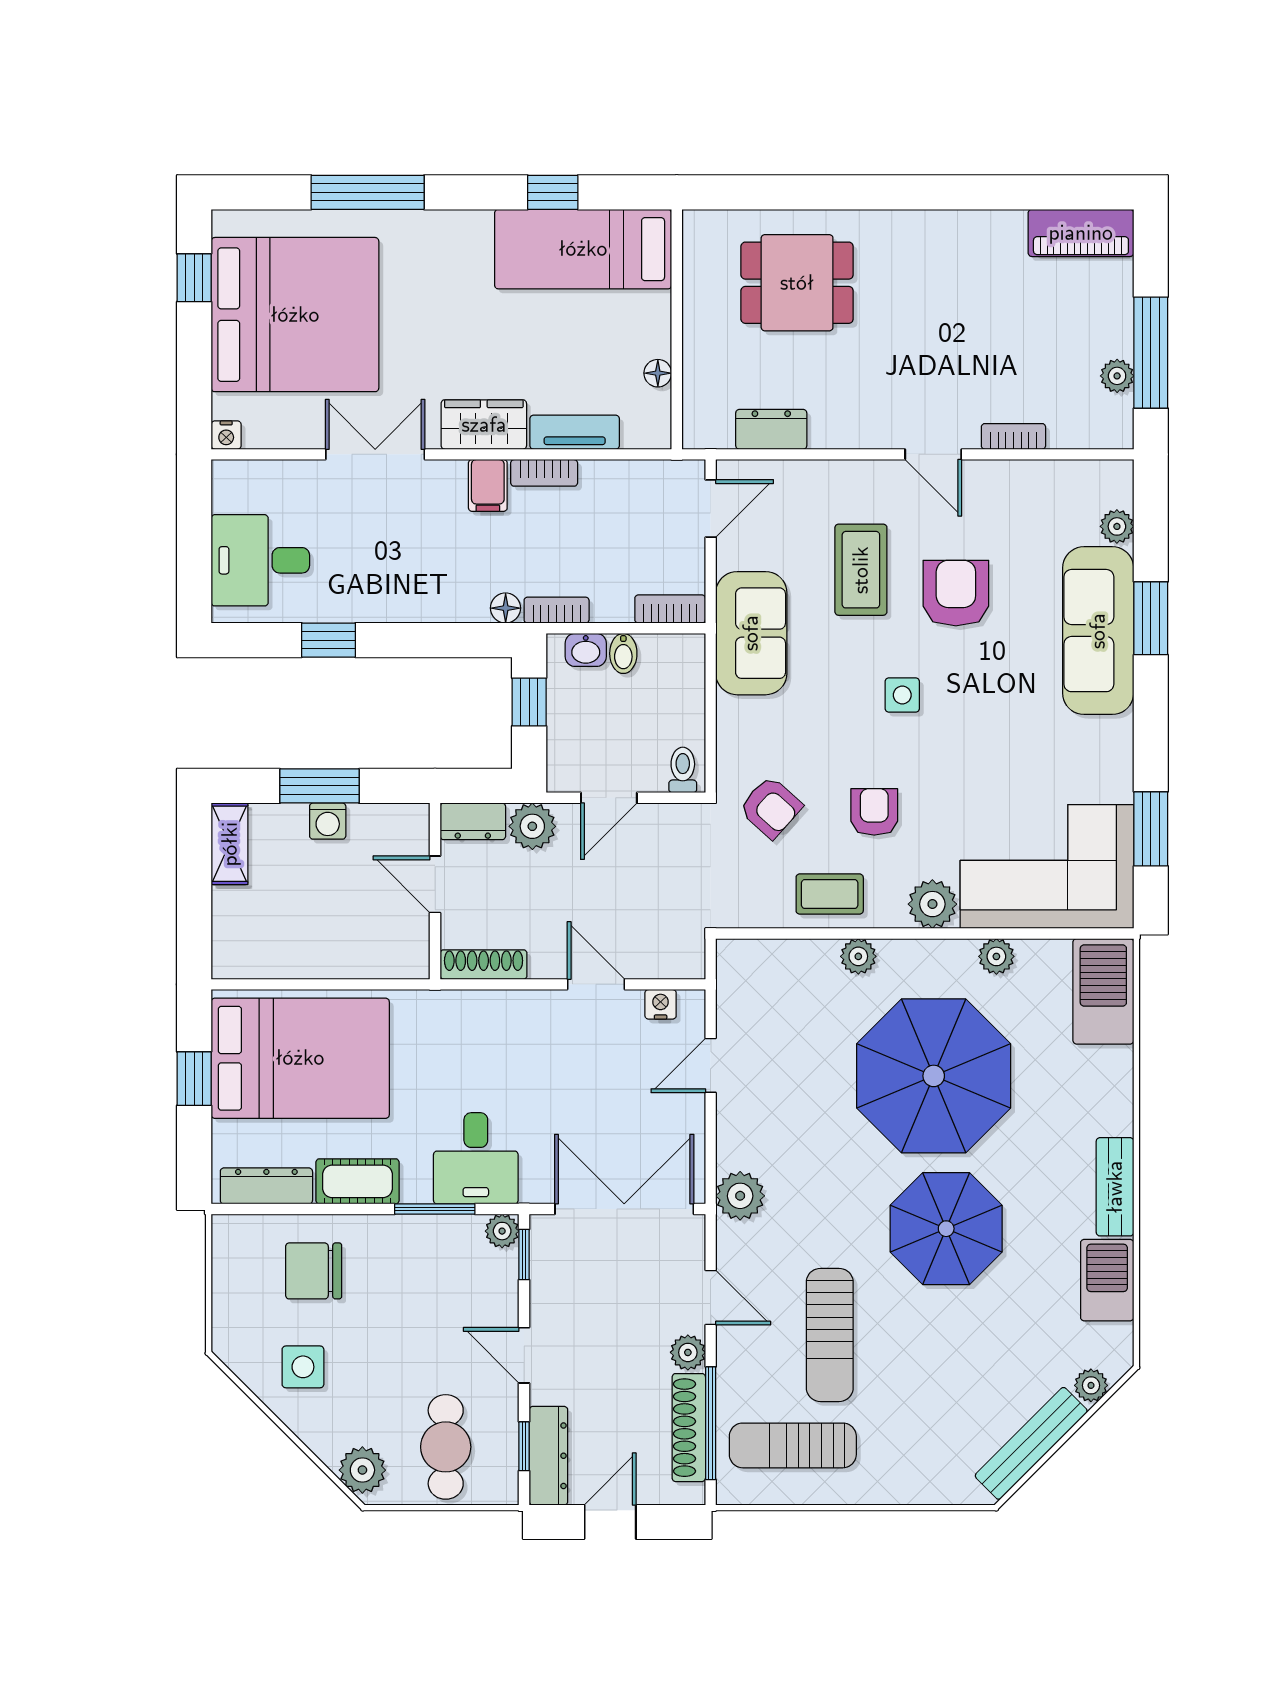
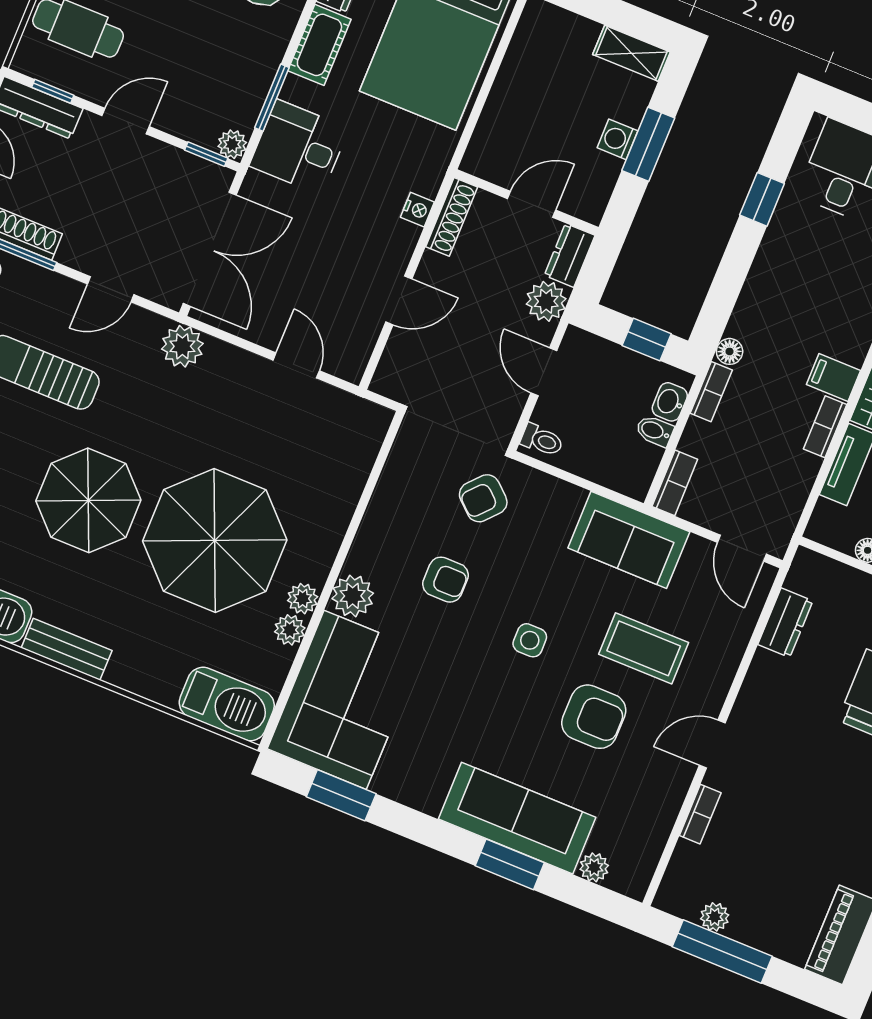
coffee table: (830, 894) -> (394, 517), removed
plant: (858, 956) -> (303, 599), moved
nightstand: (661, 1004) -> (417, 210), moved
plant: (688, 1352) -> (74, 253), removed

